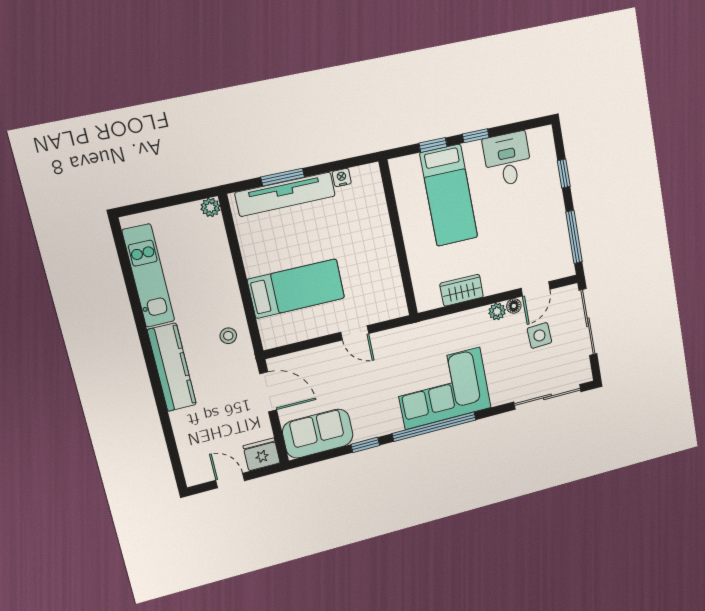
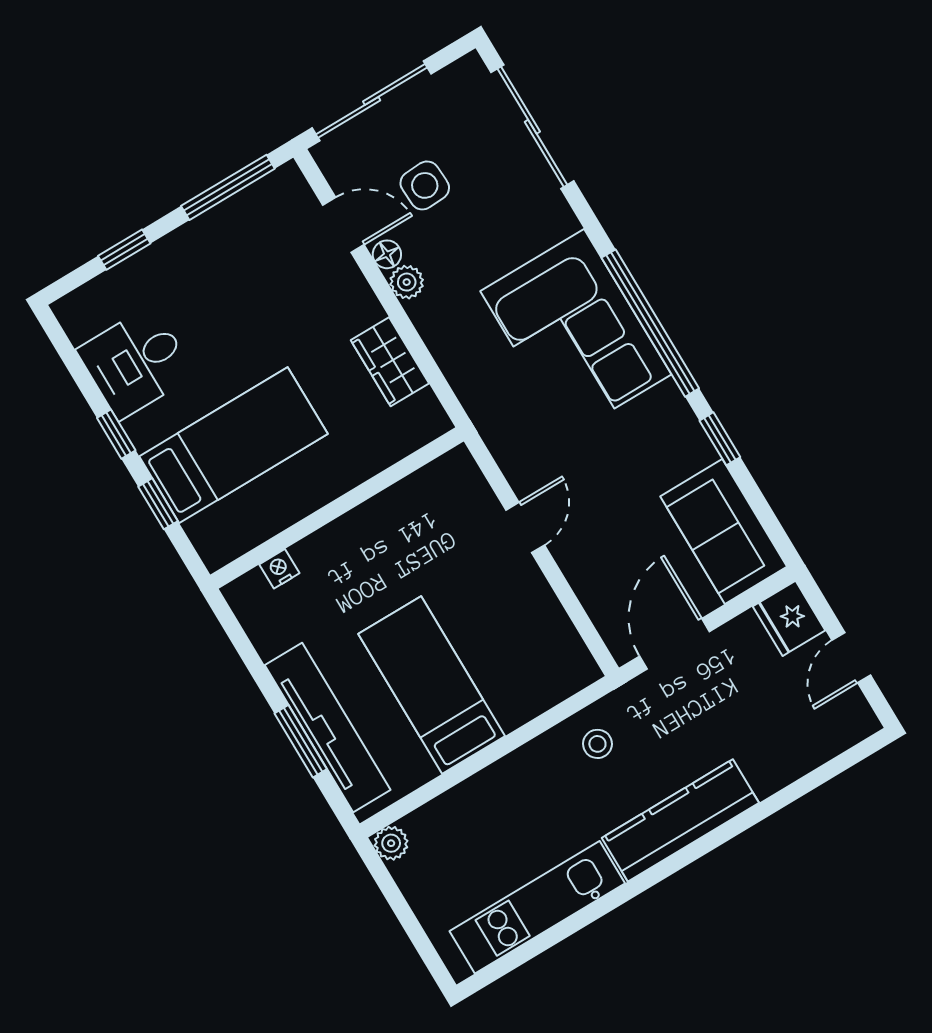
nightstand: (342, 178) -> (279, 569), moved, turned 90
bed: (296, 289) -> (432, 685), moved

